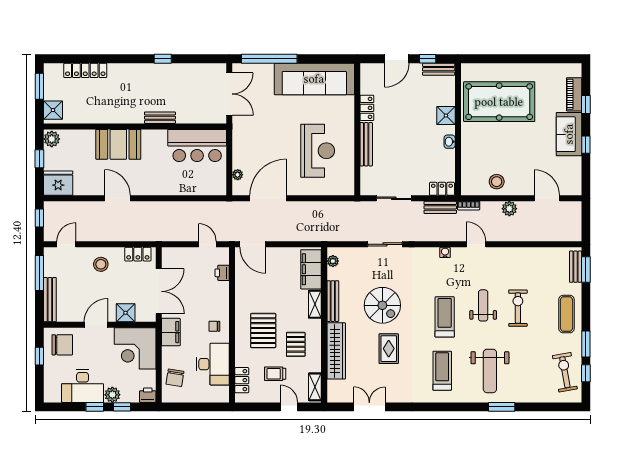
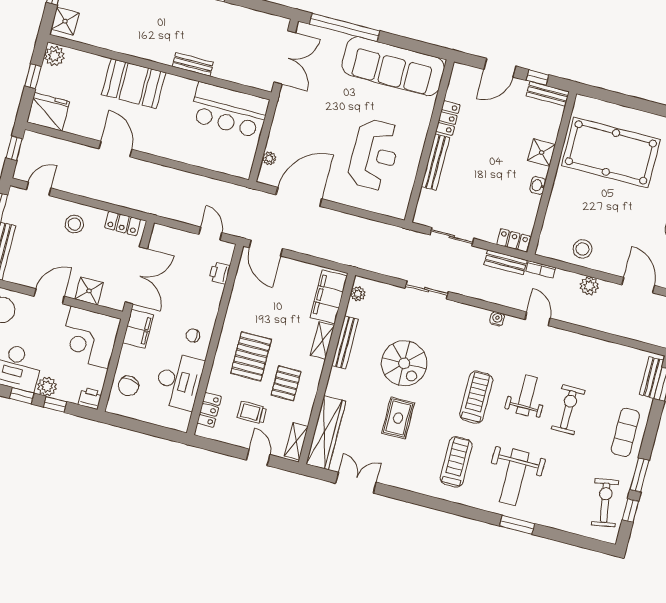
wardrobe: (336, 351) -> (326, 433), moved

